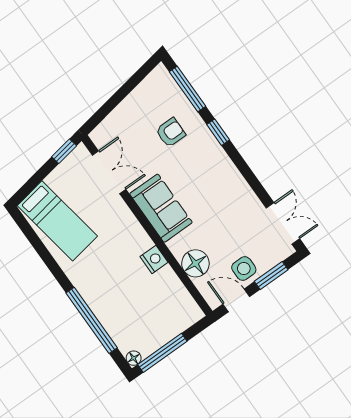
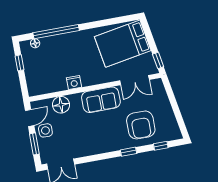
window: (187, 89) -> (161, 146), width x0.46
armchair: (171, 132) -> (141, 125), width x1.88, depth x1.88
bed: (57, 221) -> (123, 44), width x1.50
window: (162, 353) -> (19, 63), width x0.46
floor lamp: (134, 358) -> (35, 43), moved

